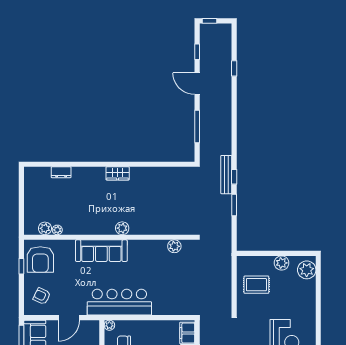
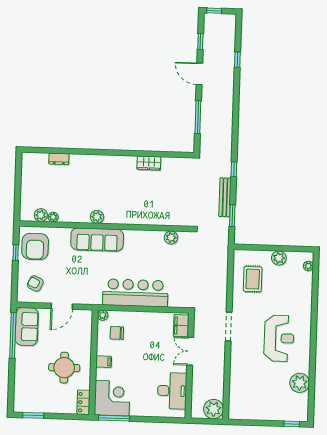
wardrobe: (118, 173) -> (149, 163), moved
bench: (226, 175) -> (225, 197), moved
window: (234, 205) -> (232, 216), moved
plant: (122, 228) -> (97, 217), moved
plant: (307, 270) -> (308, 266), width x0.53, depth x0.53
rug: (256, 285) -> (253, 279), turned 90
bar counter: (119, 302) -> (135, 293), moved

